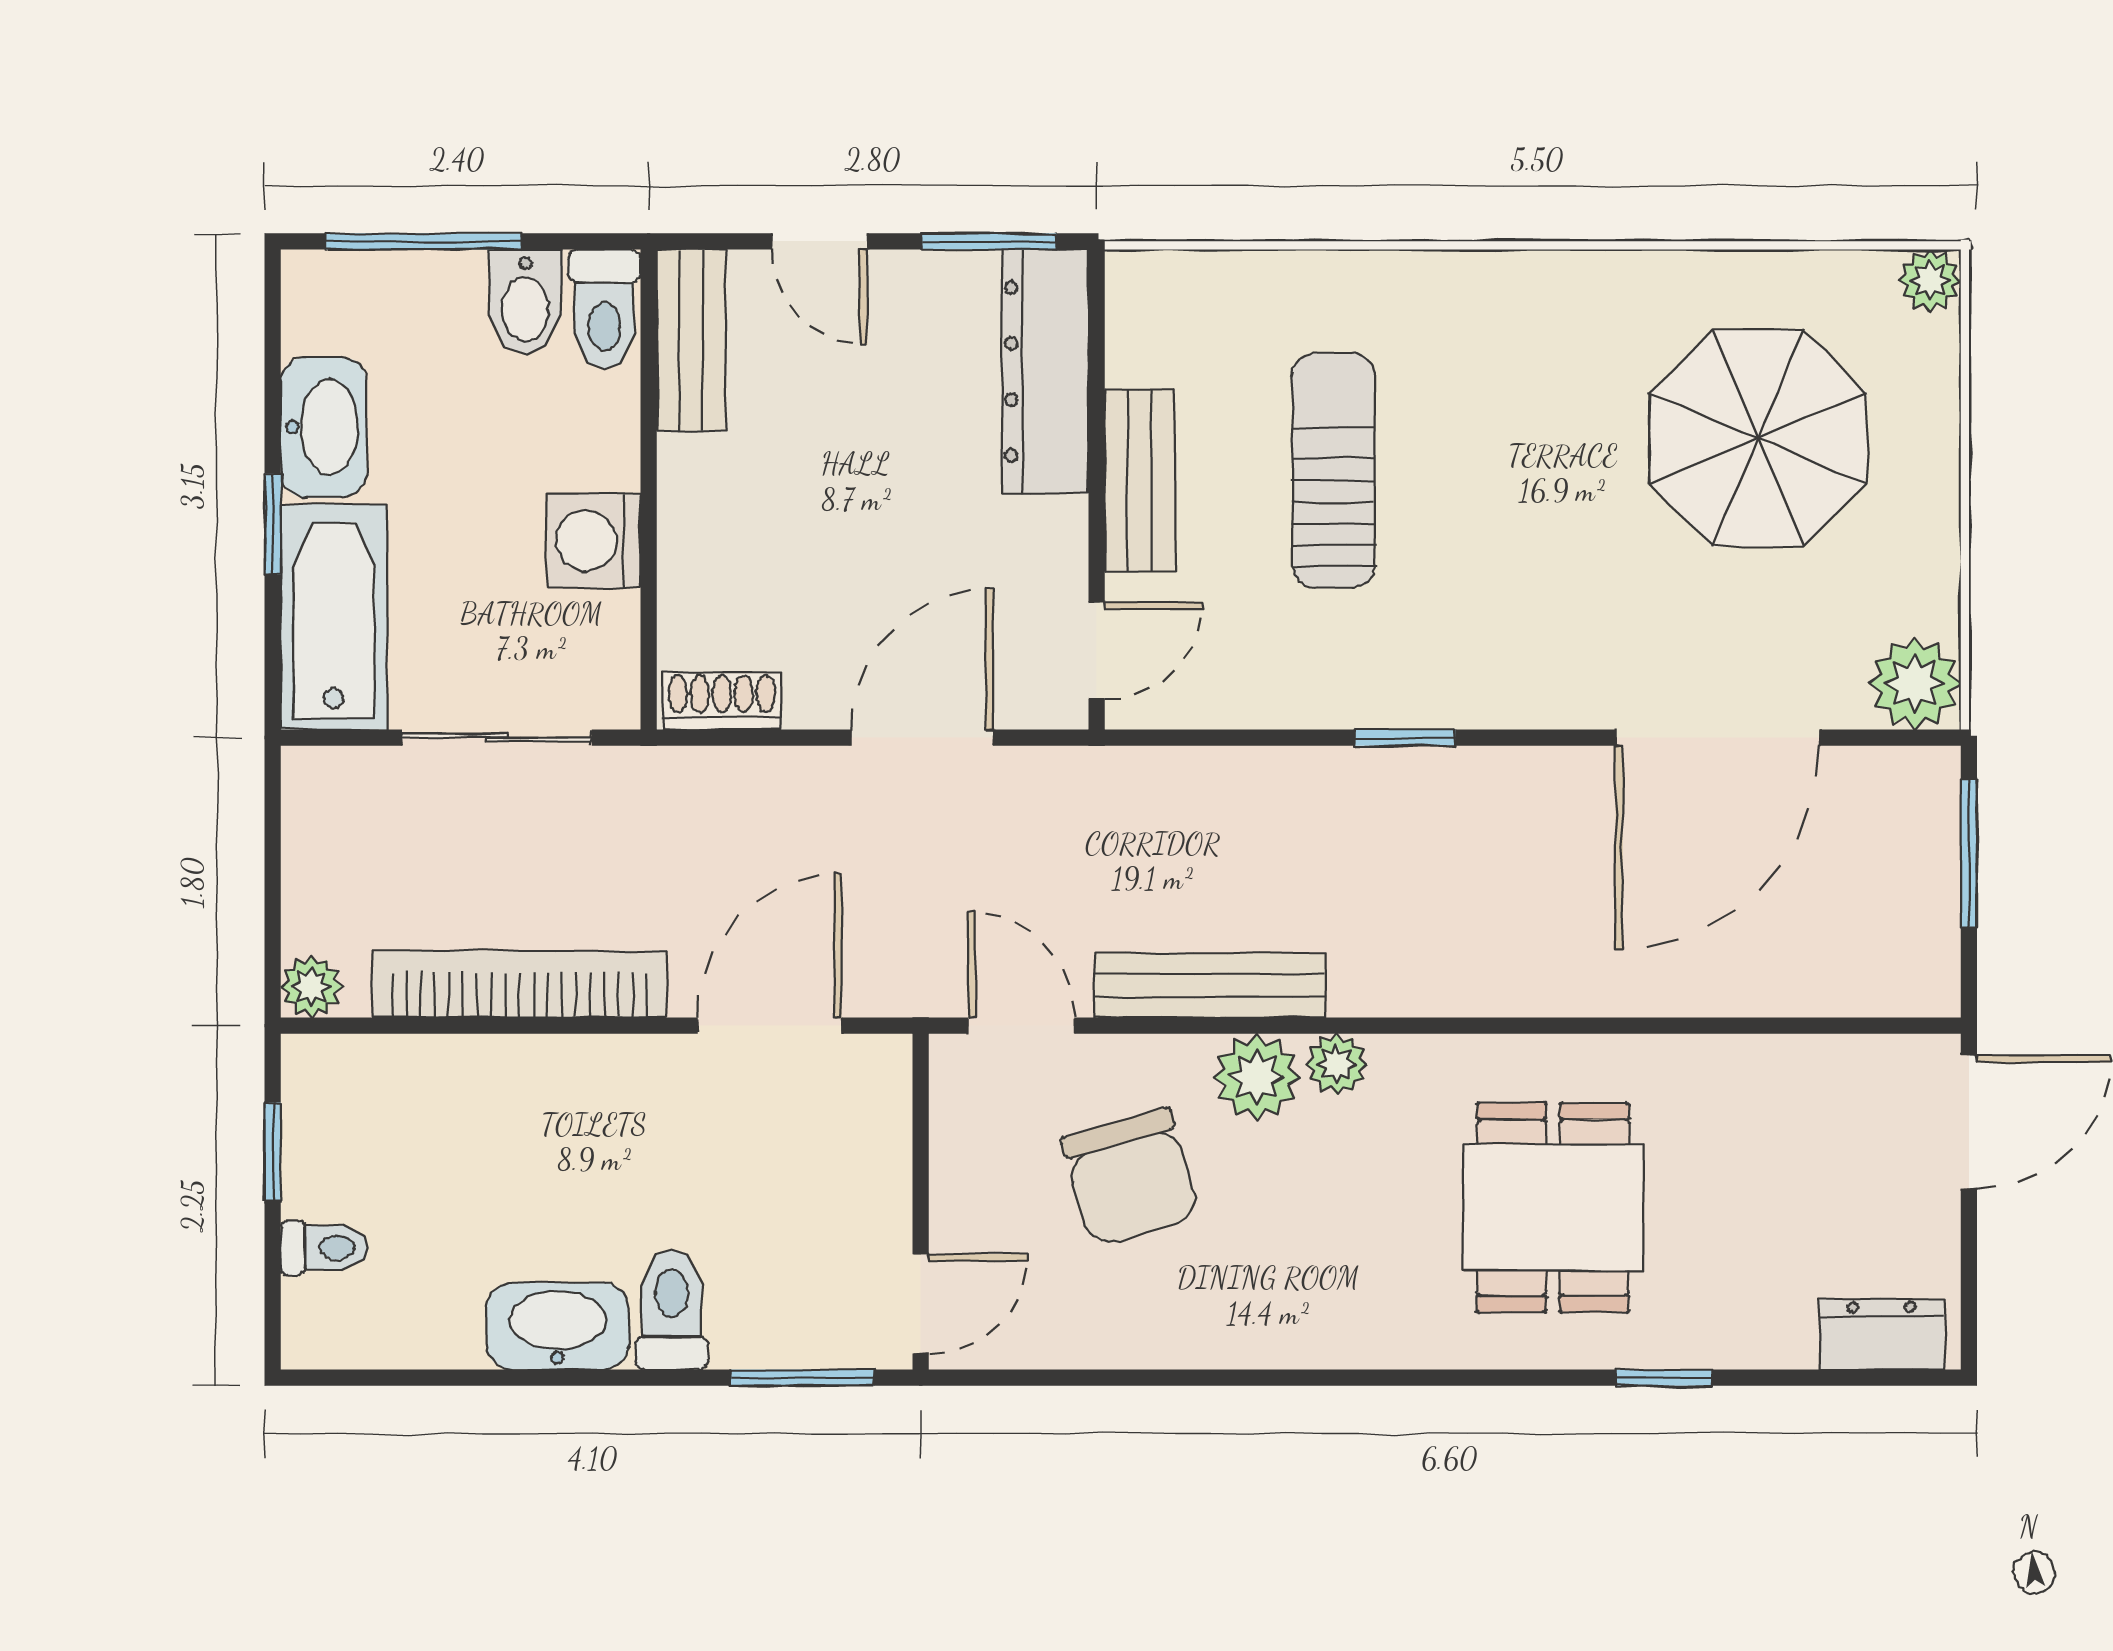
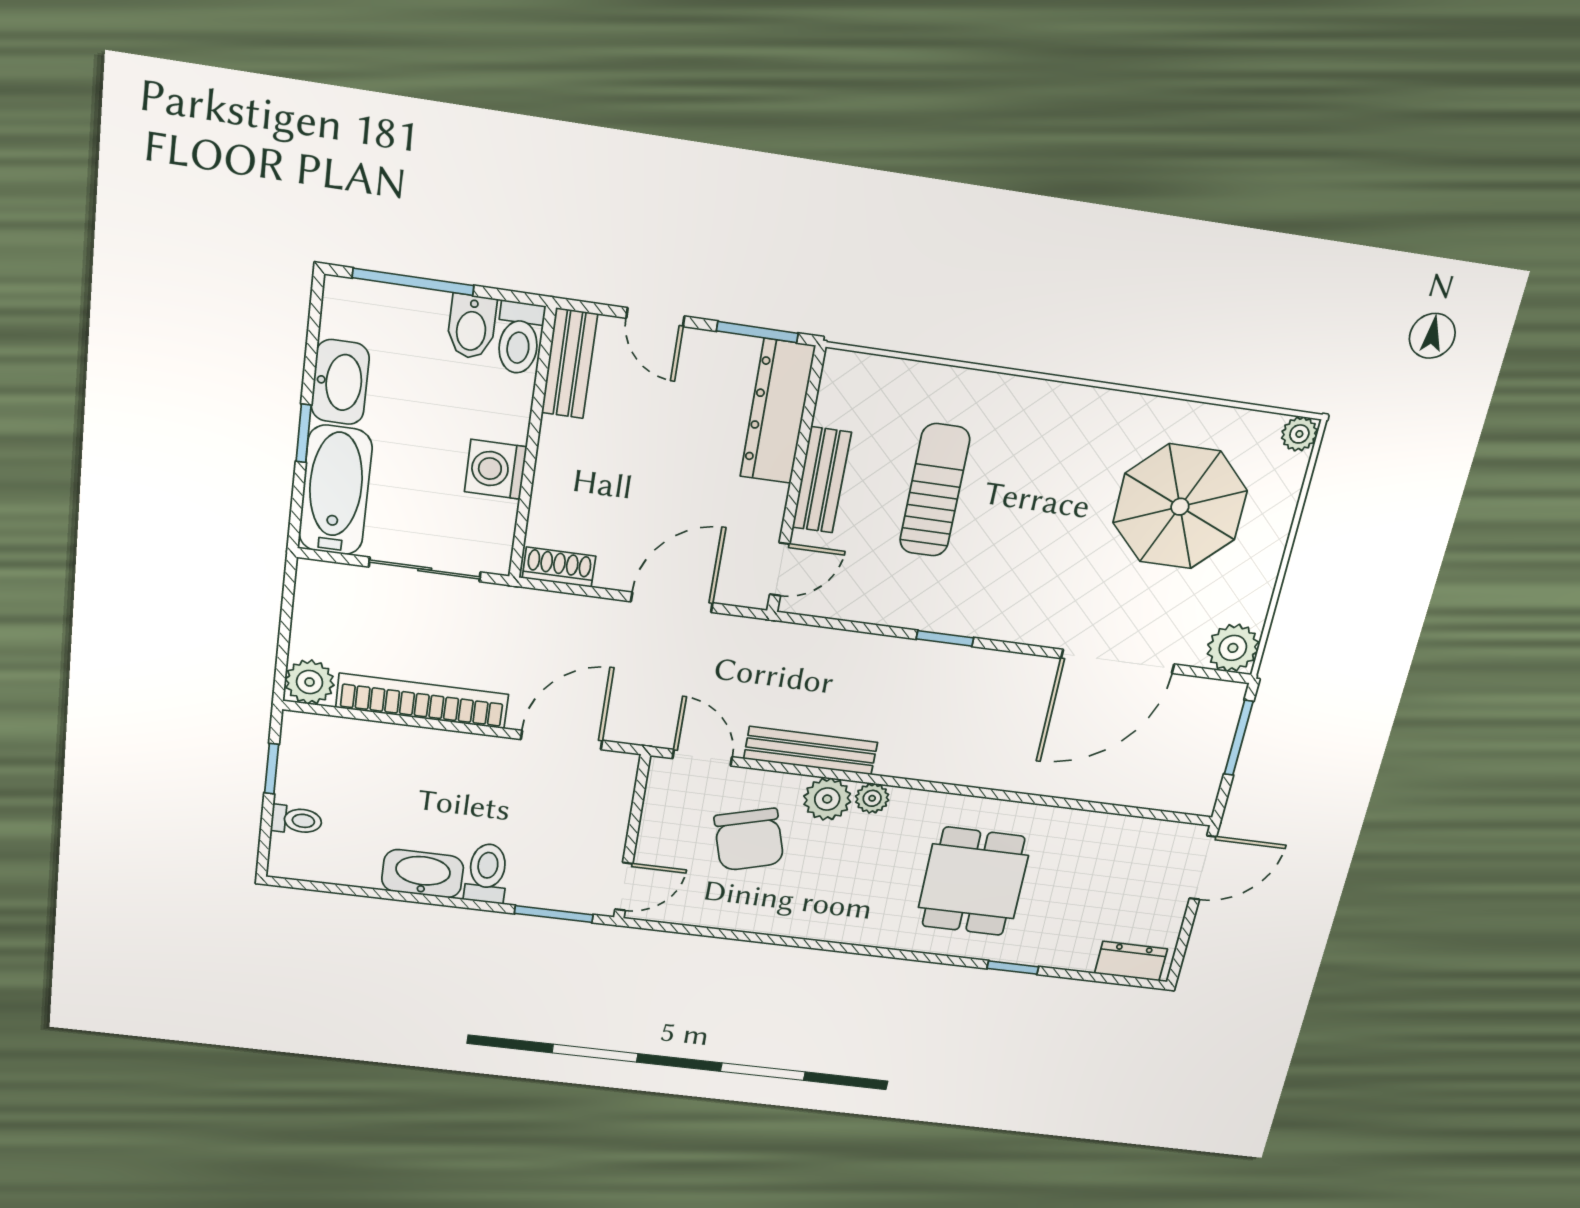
plant: (312, 987) -> (310, 682), width x1.38, depth x1.38

